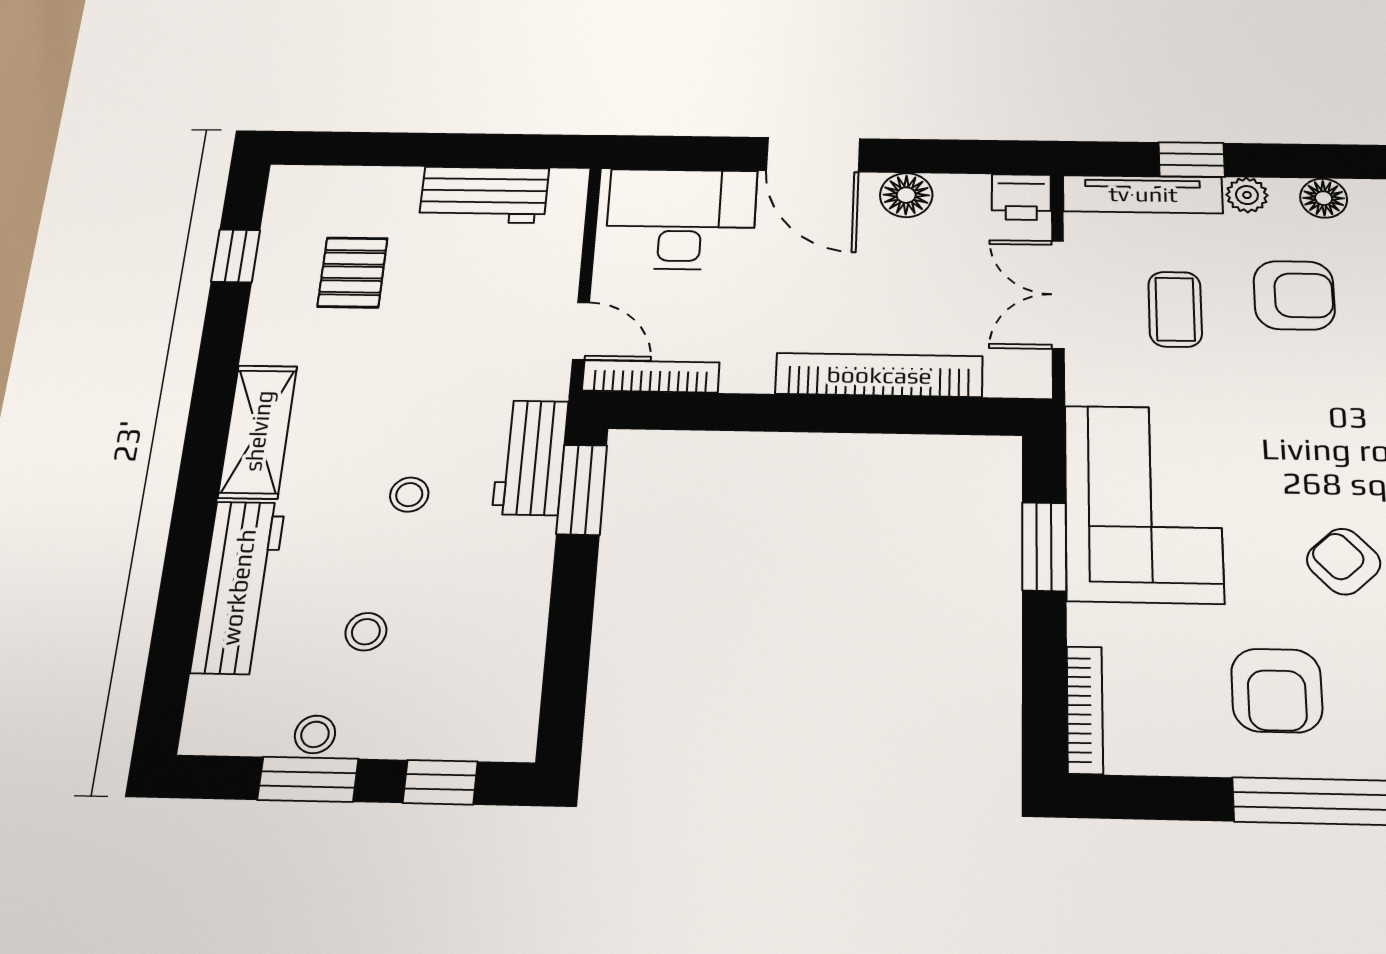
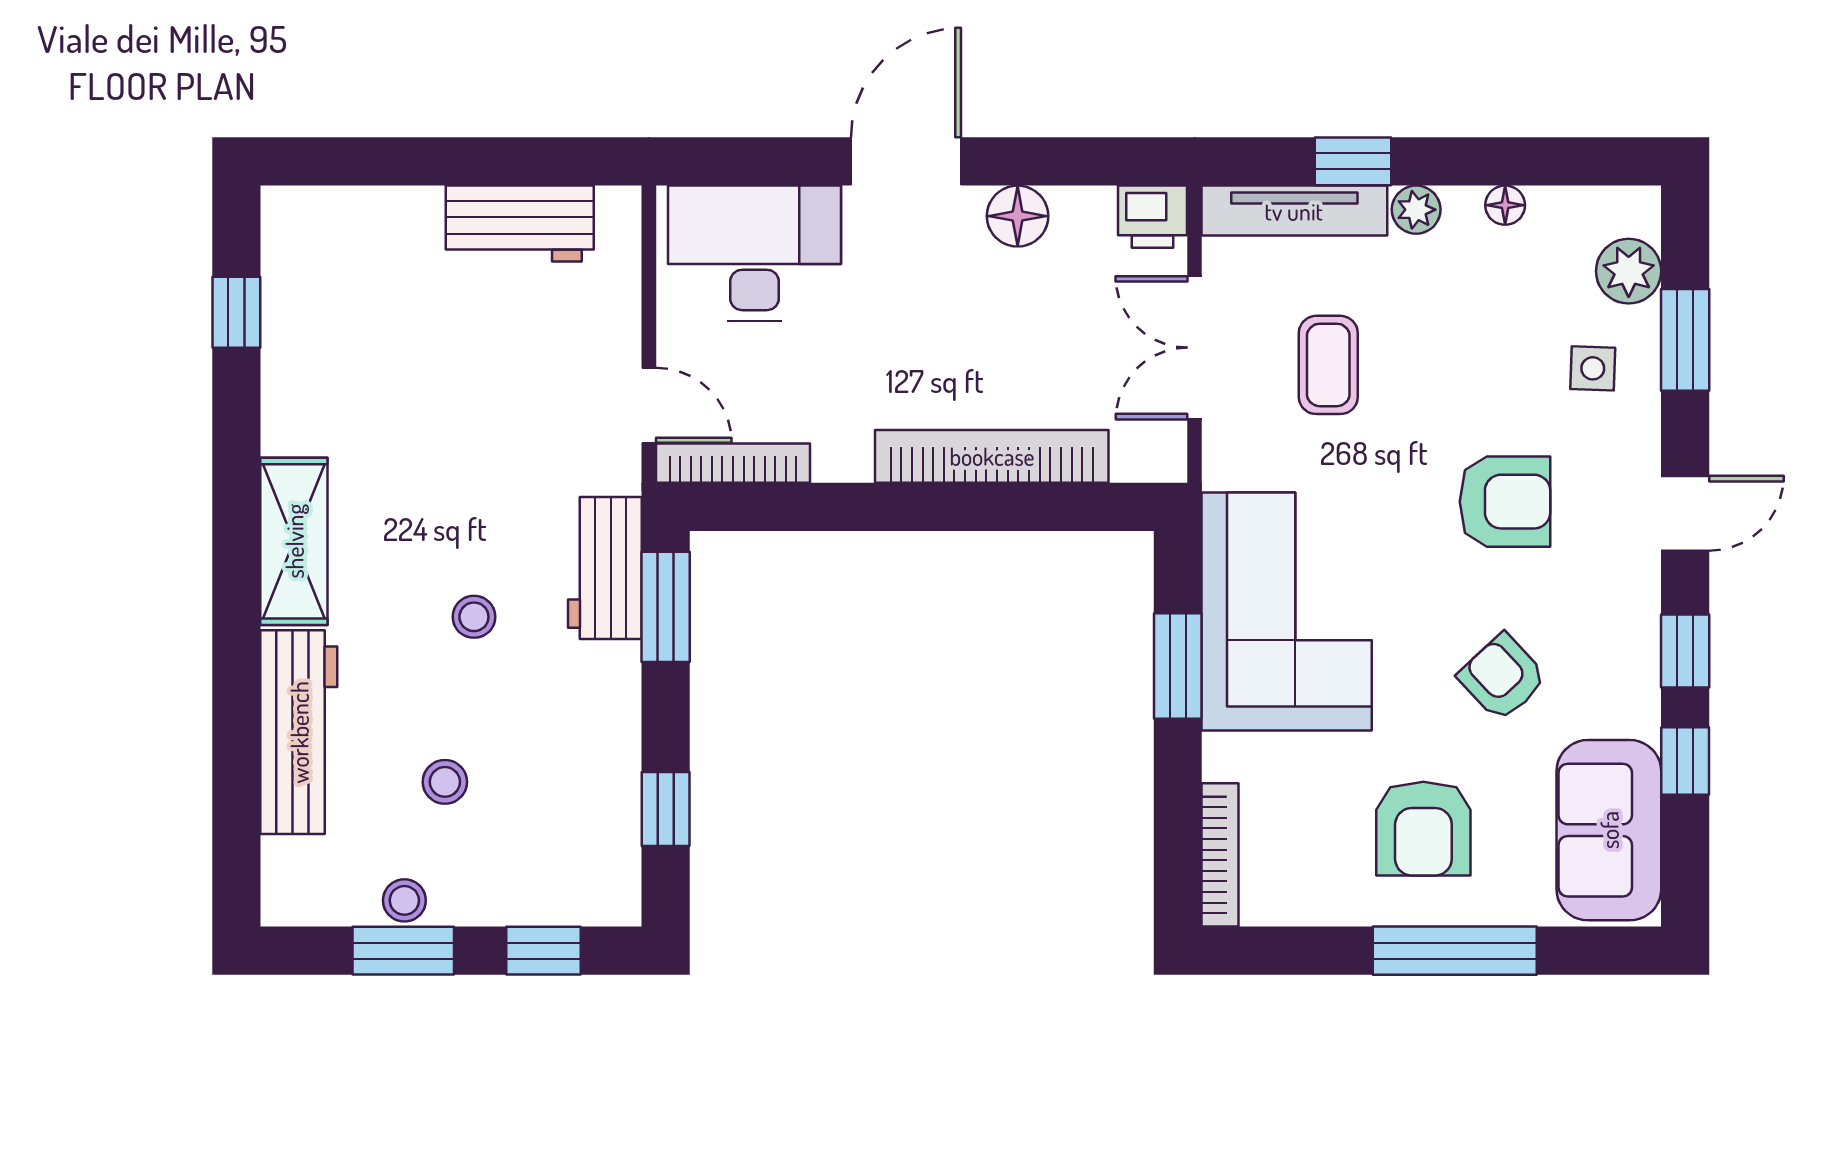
door: (813, 155) -> (906, 161), swing flipped
floor lamp: (1324, 198) -> (1505, 205), width x0.73, depth x0.73
pallet: (352, 272) -> (376, 332), removed
armchair: (1294, 295) -> (1505, 502), moved
window: (567, 659) -> (666, 809), added

